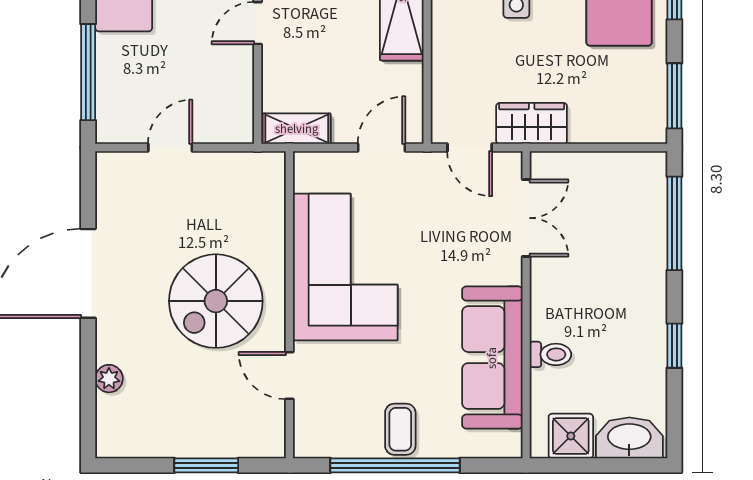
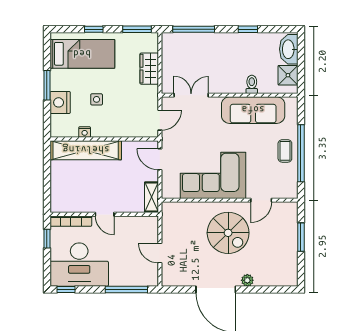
wardrobe: (532, 123) -> (149, 69), moved
plant: (109, 379) -> (247, 280), moved
coffee table: (400, 429) -> (285, 151), turned 90

